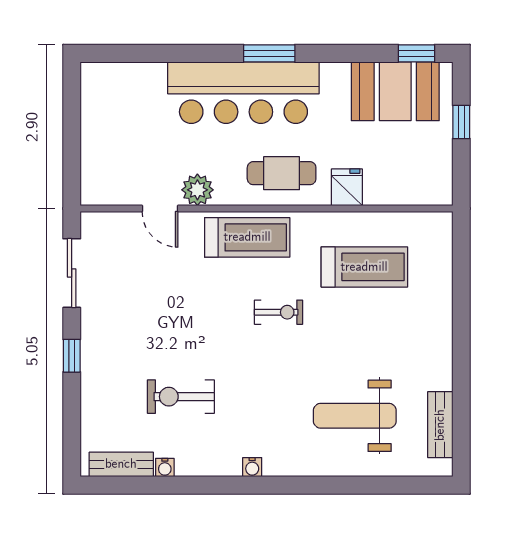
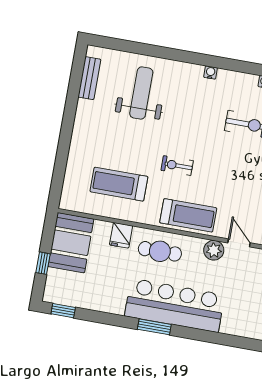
booth: (395, 91) -> (71, 243), moved, turned 90
treadmill: (247, 237) -> (188, 215), turned 180
weight bench: (355, 416) -> (141, 93), turned -90

